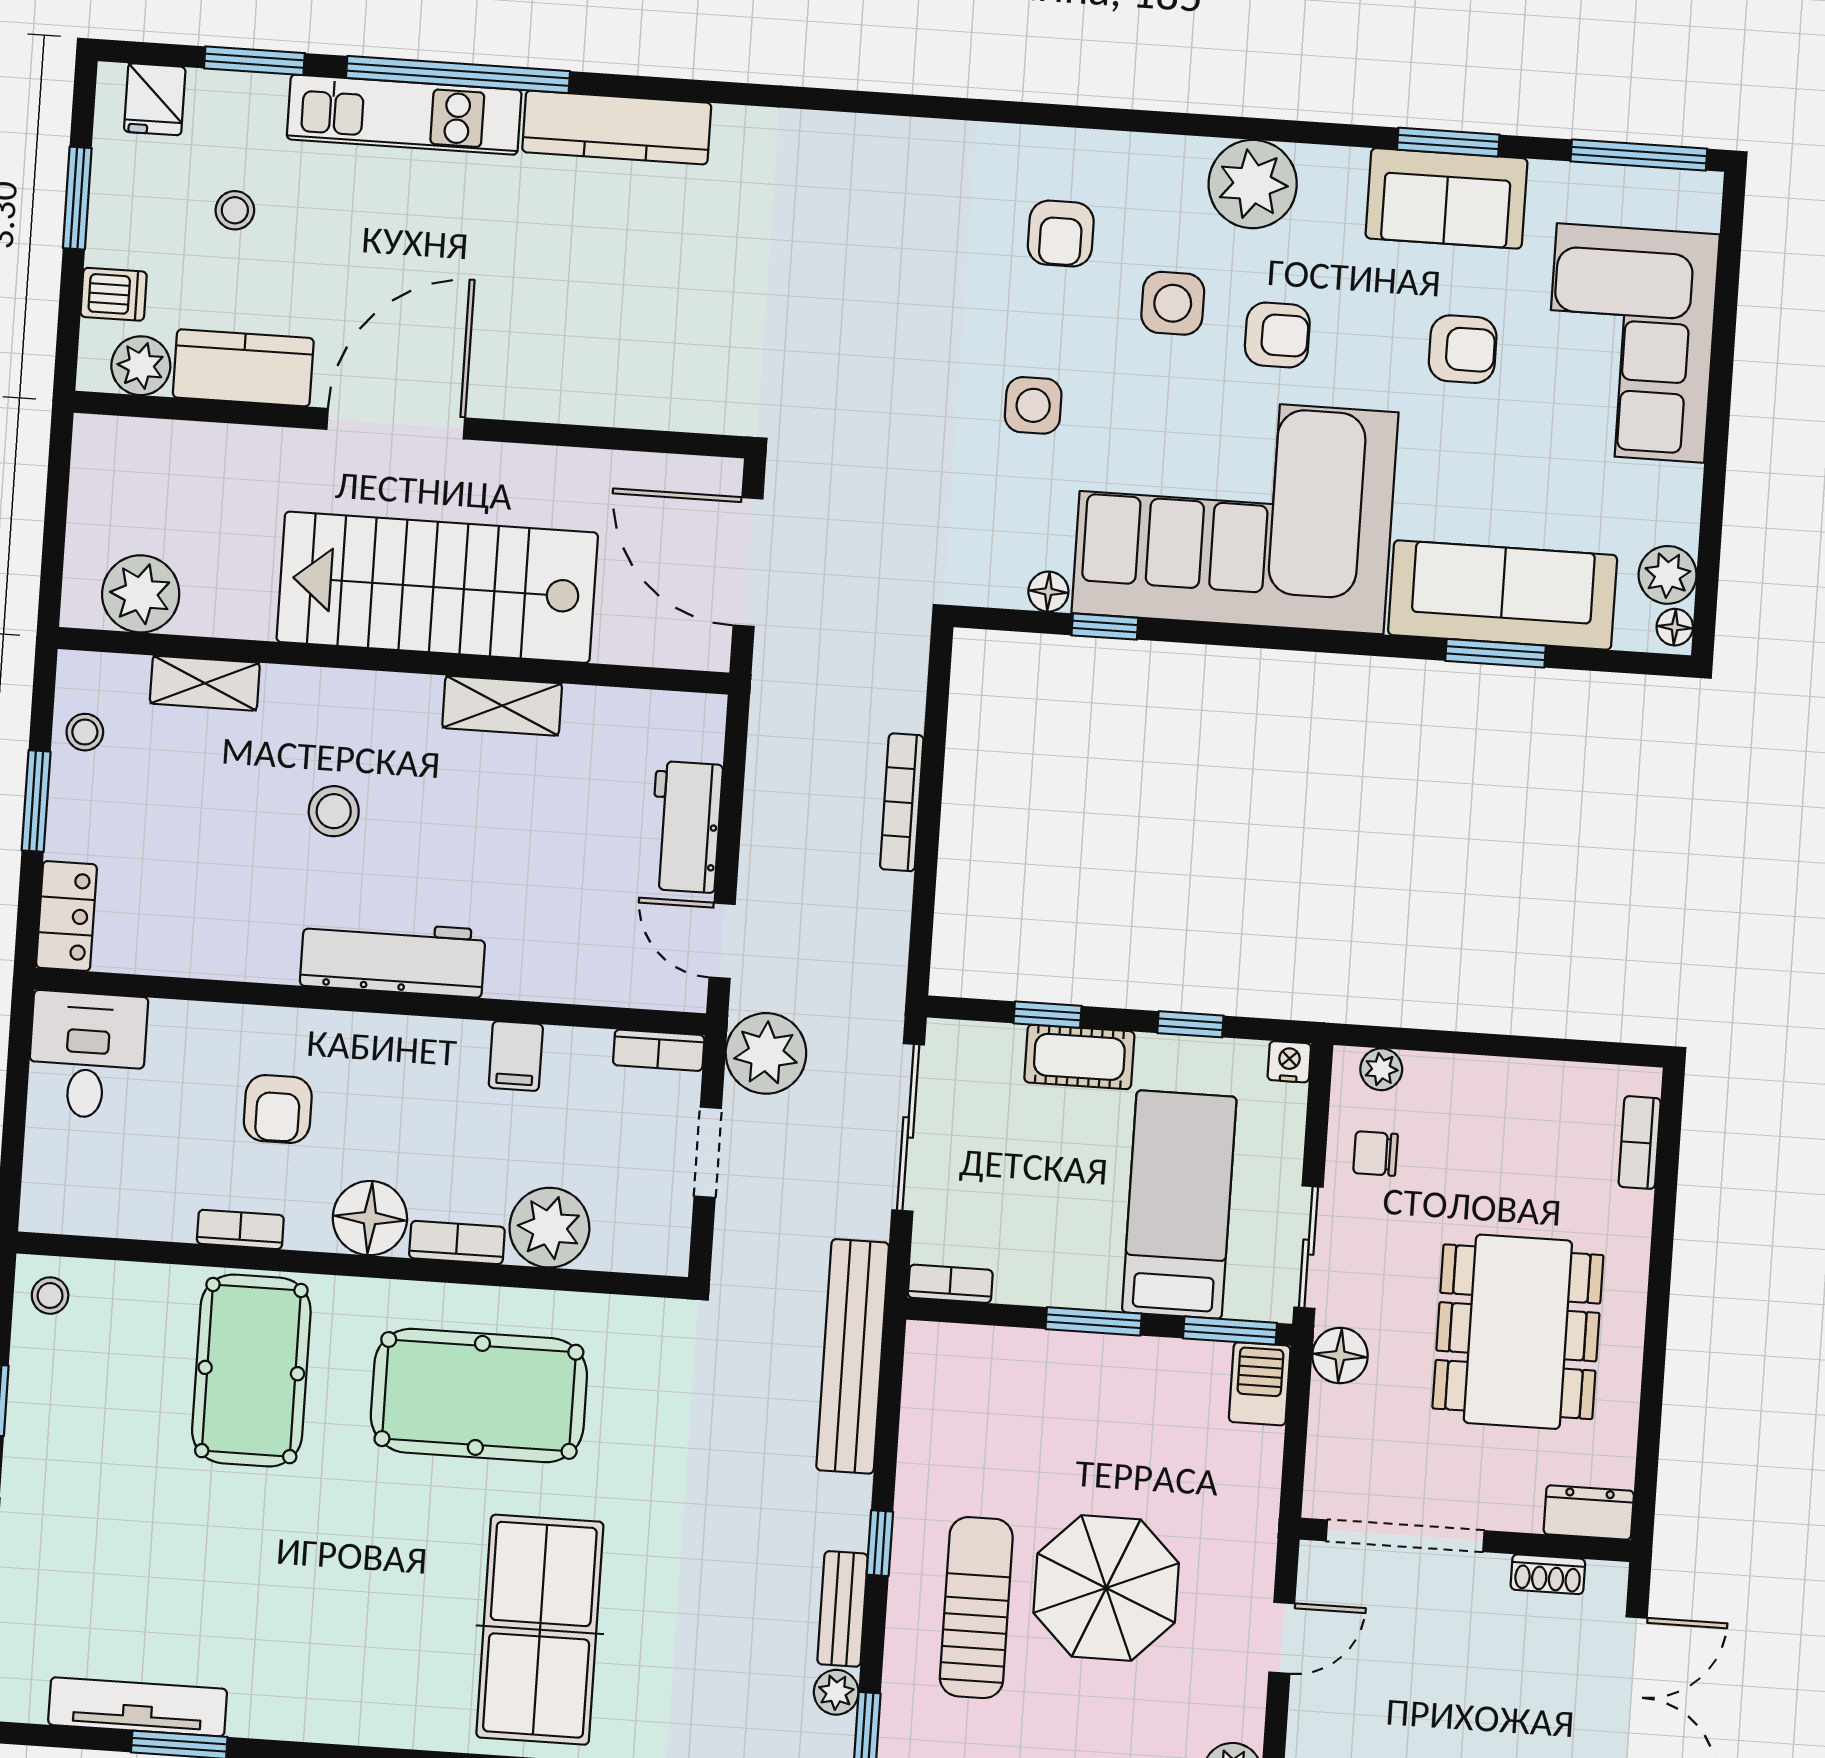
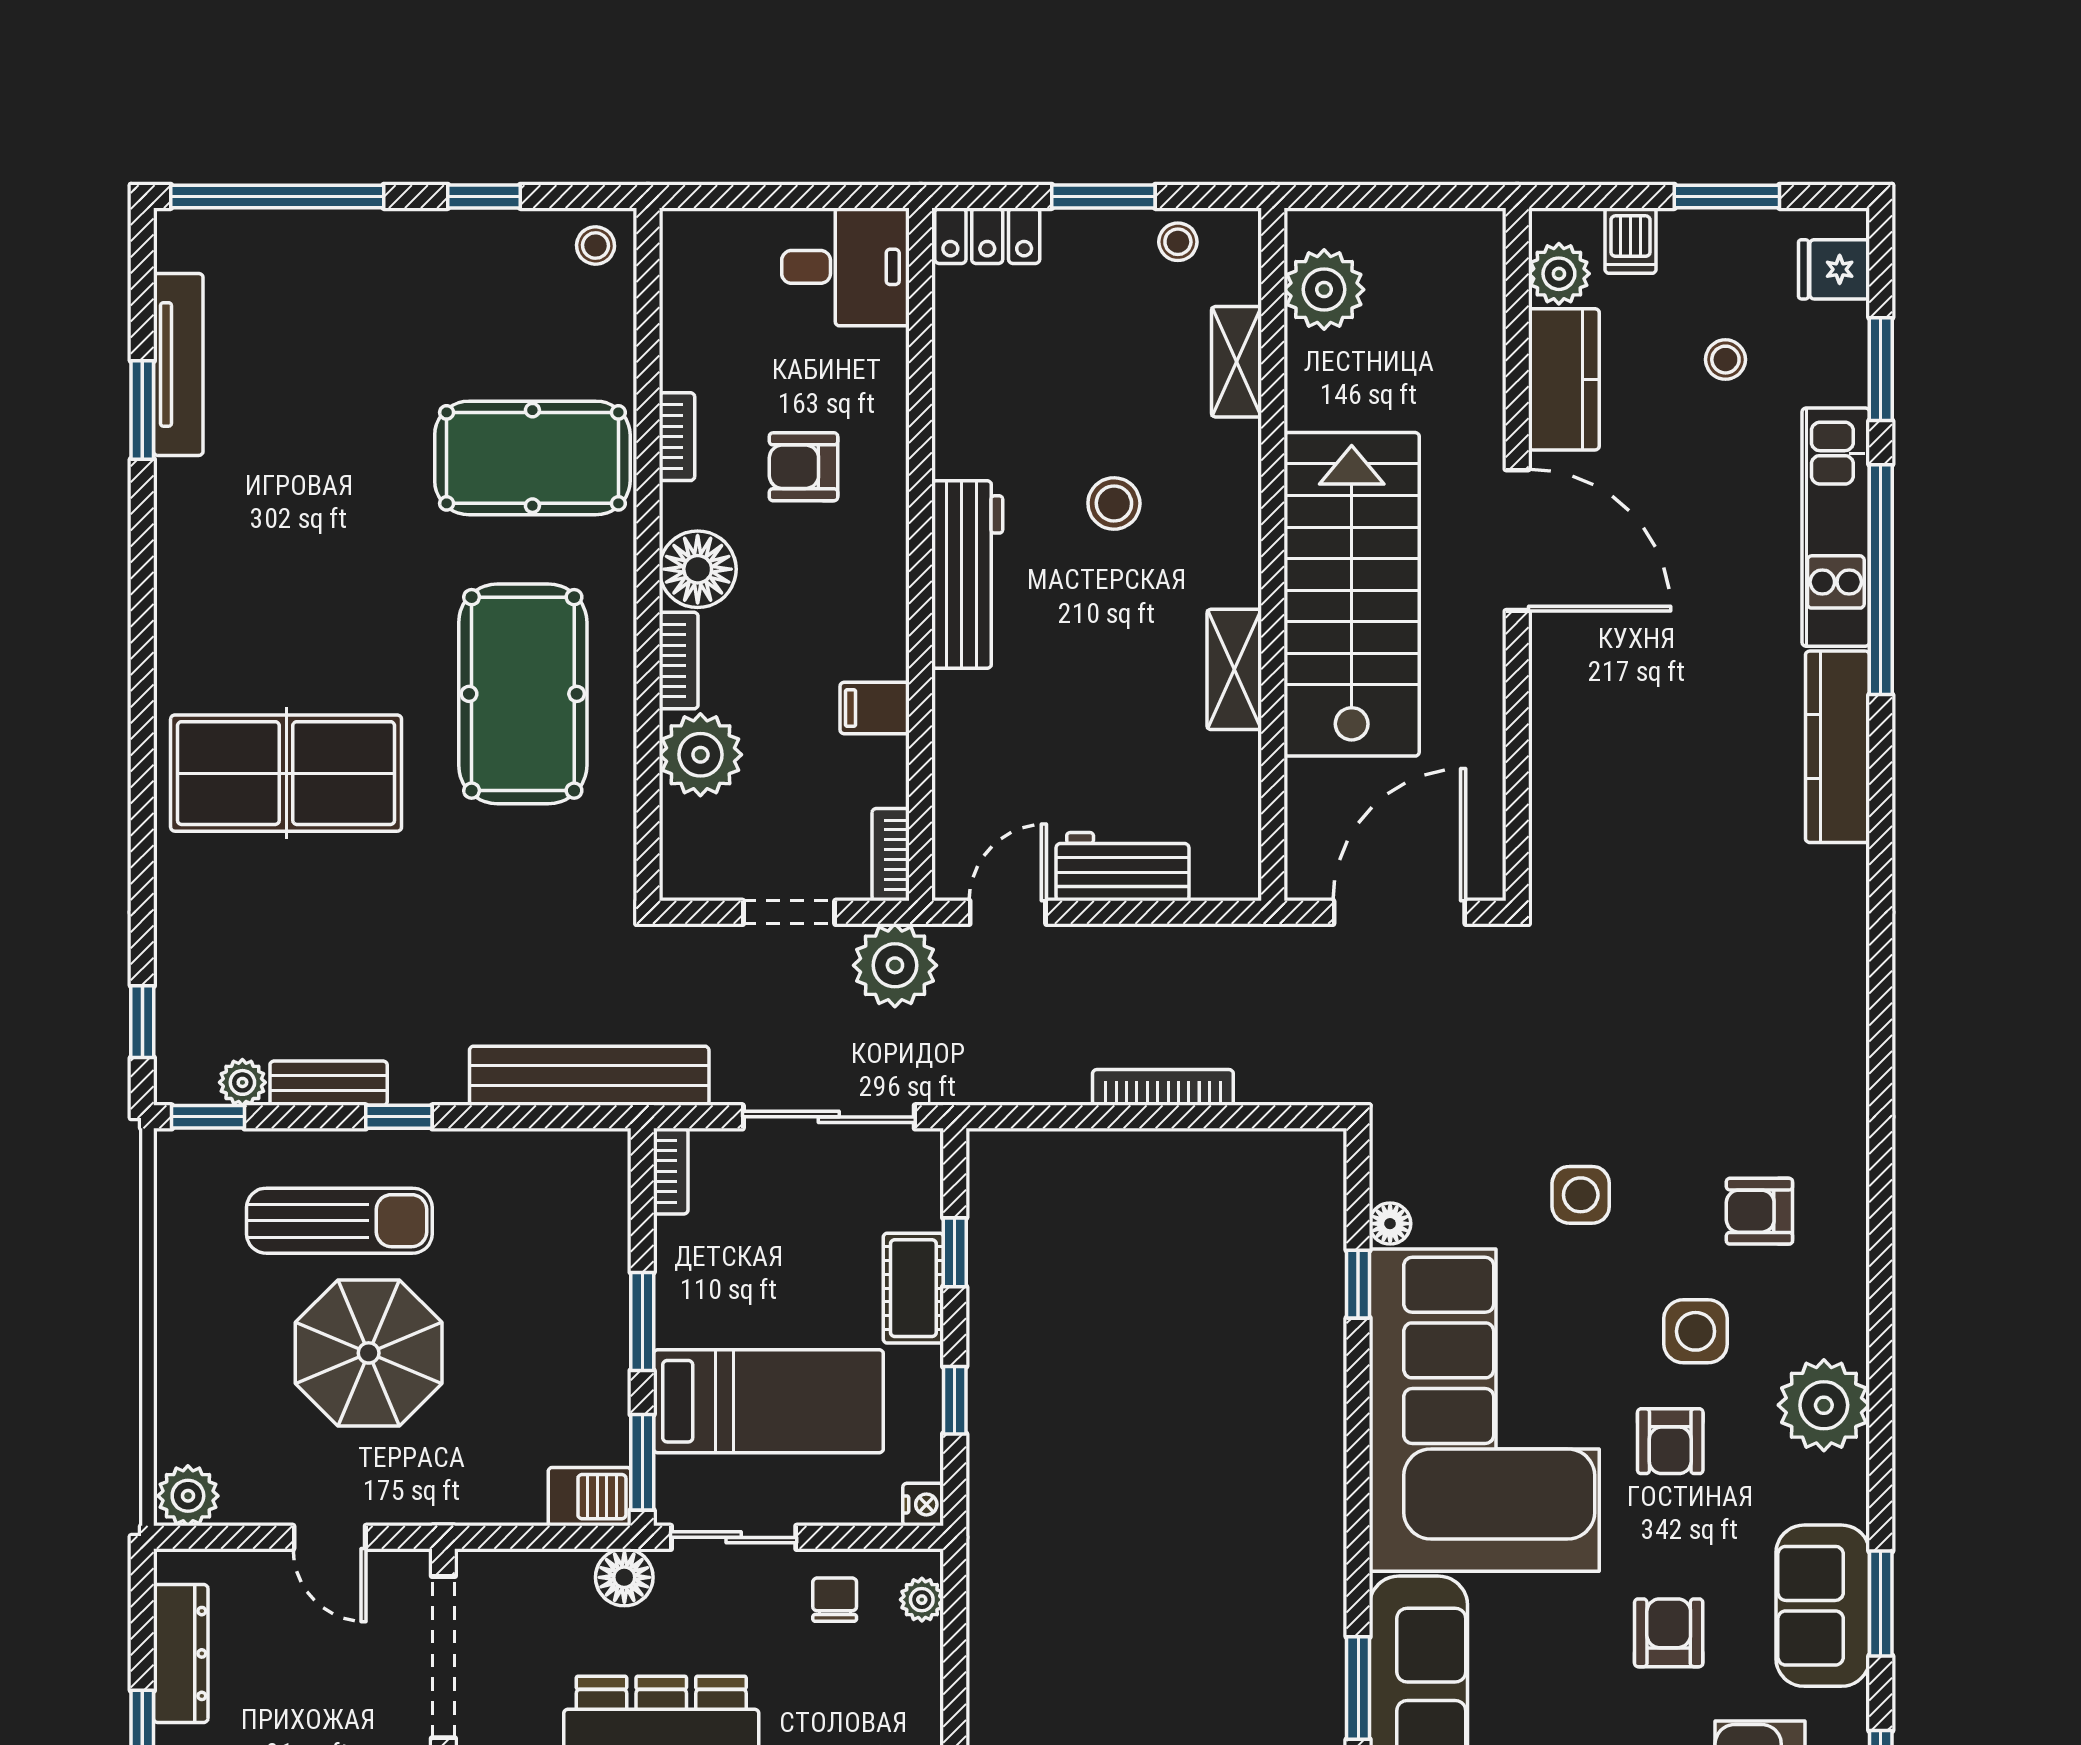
armchair: (1463, 349) -> (1669, 1633), turned 180

